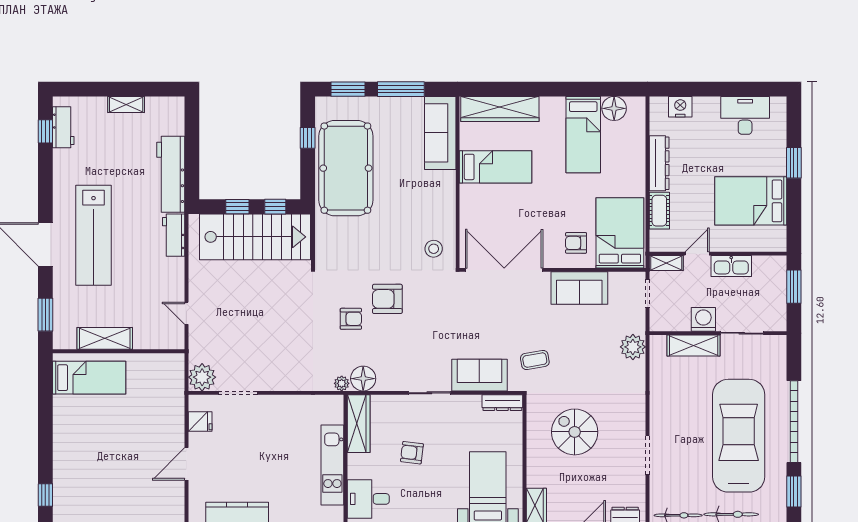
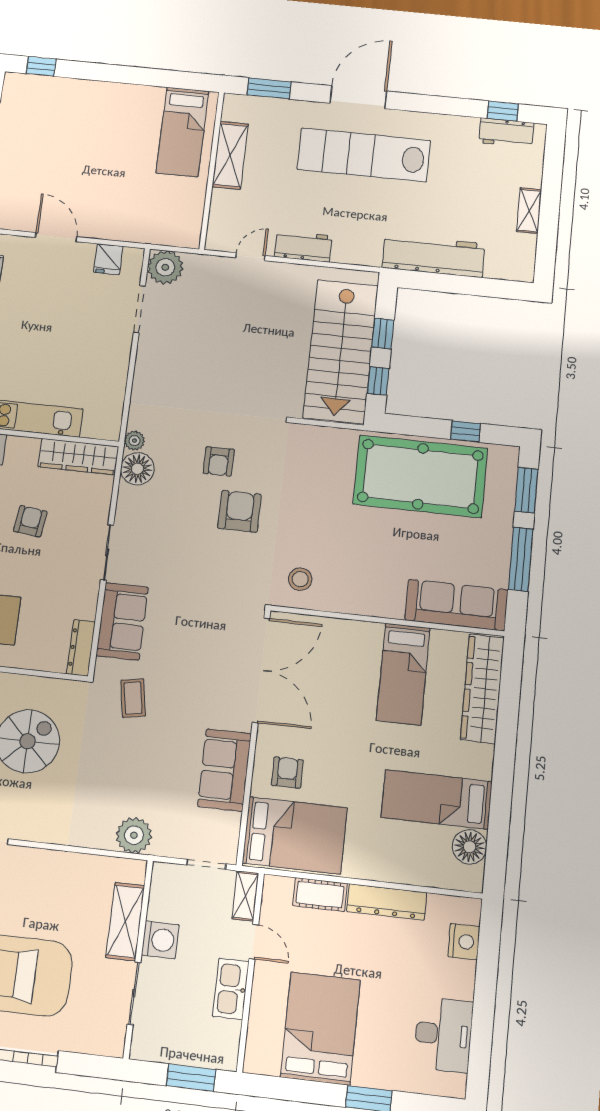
workbench: (174, 235) -> (303, 246), moved

